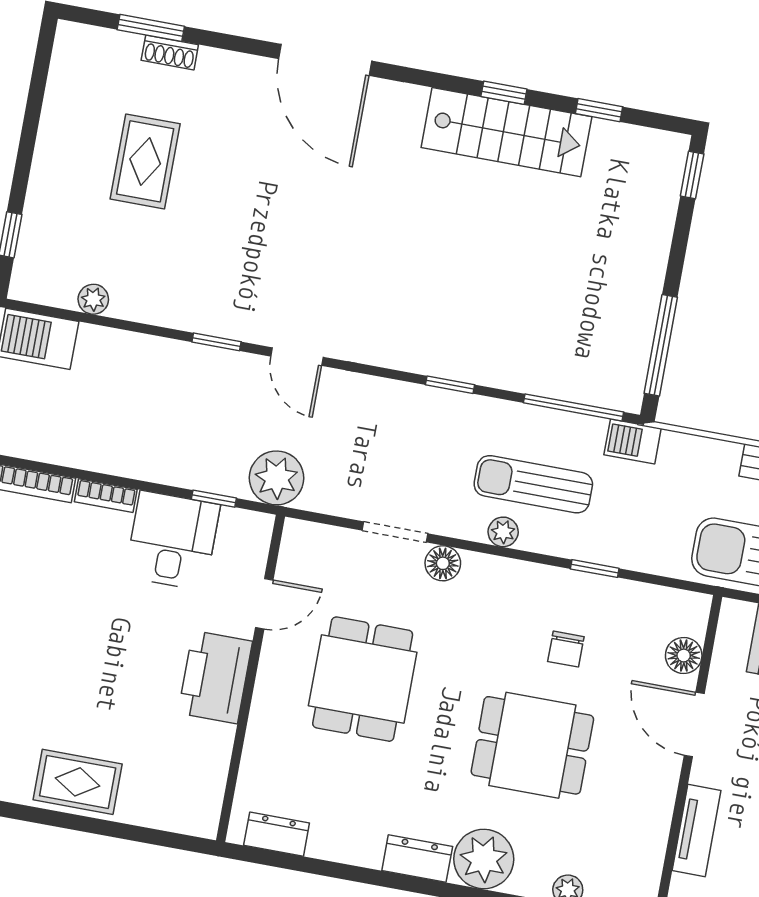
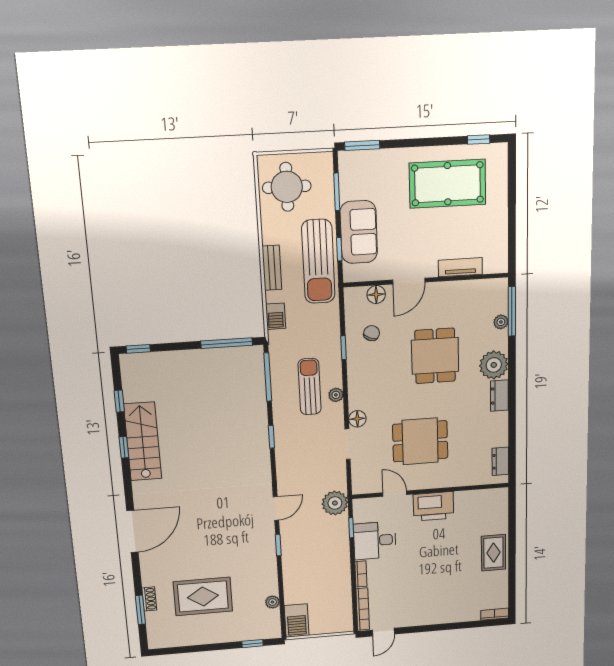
rug: (145, 161) -> (203, 596), width x1.36, depth x1.43
barbecue: (633, 442) -> (276, 316), moved
sun lounger: (533, 484) -> (310, 387), turned 180
chair: (566, 649) -> (372, 333), moved, turned -69

